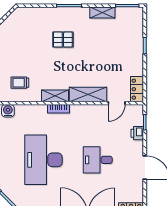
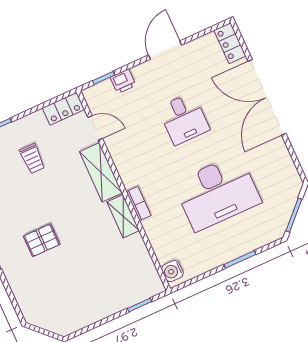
pallet: (63, 40) -> (42, 240), turned 90
trolley: (20, 83) -> (32, 159), moved

